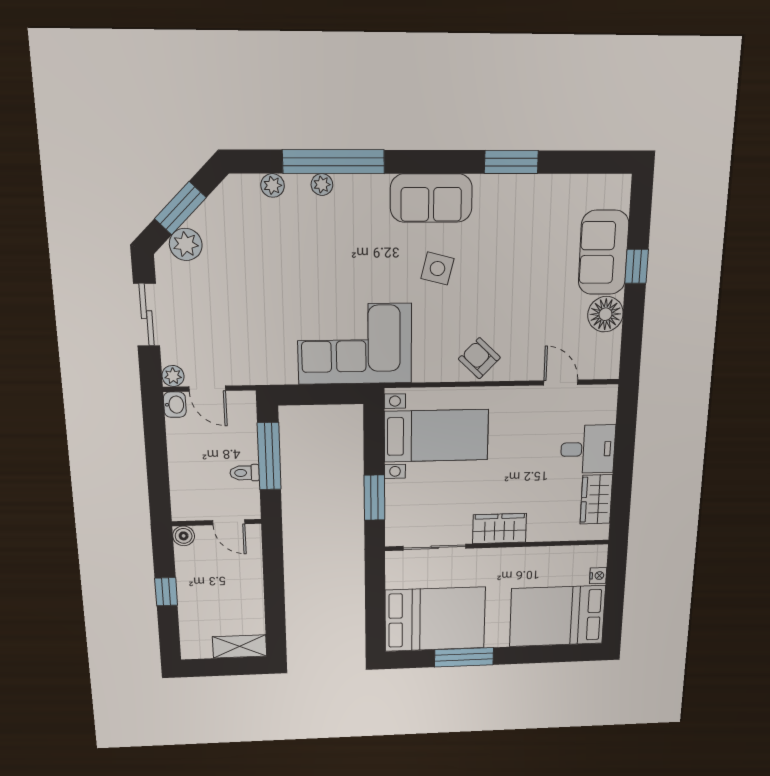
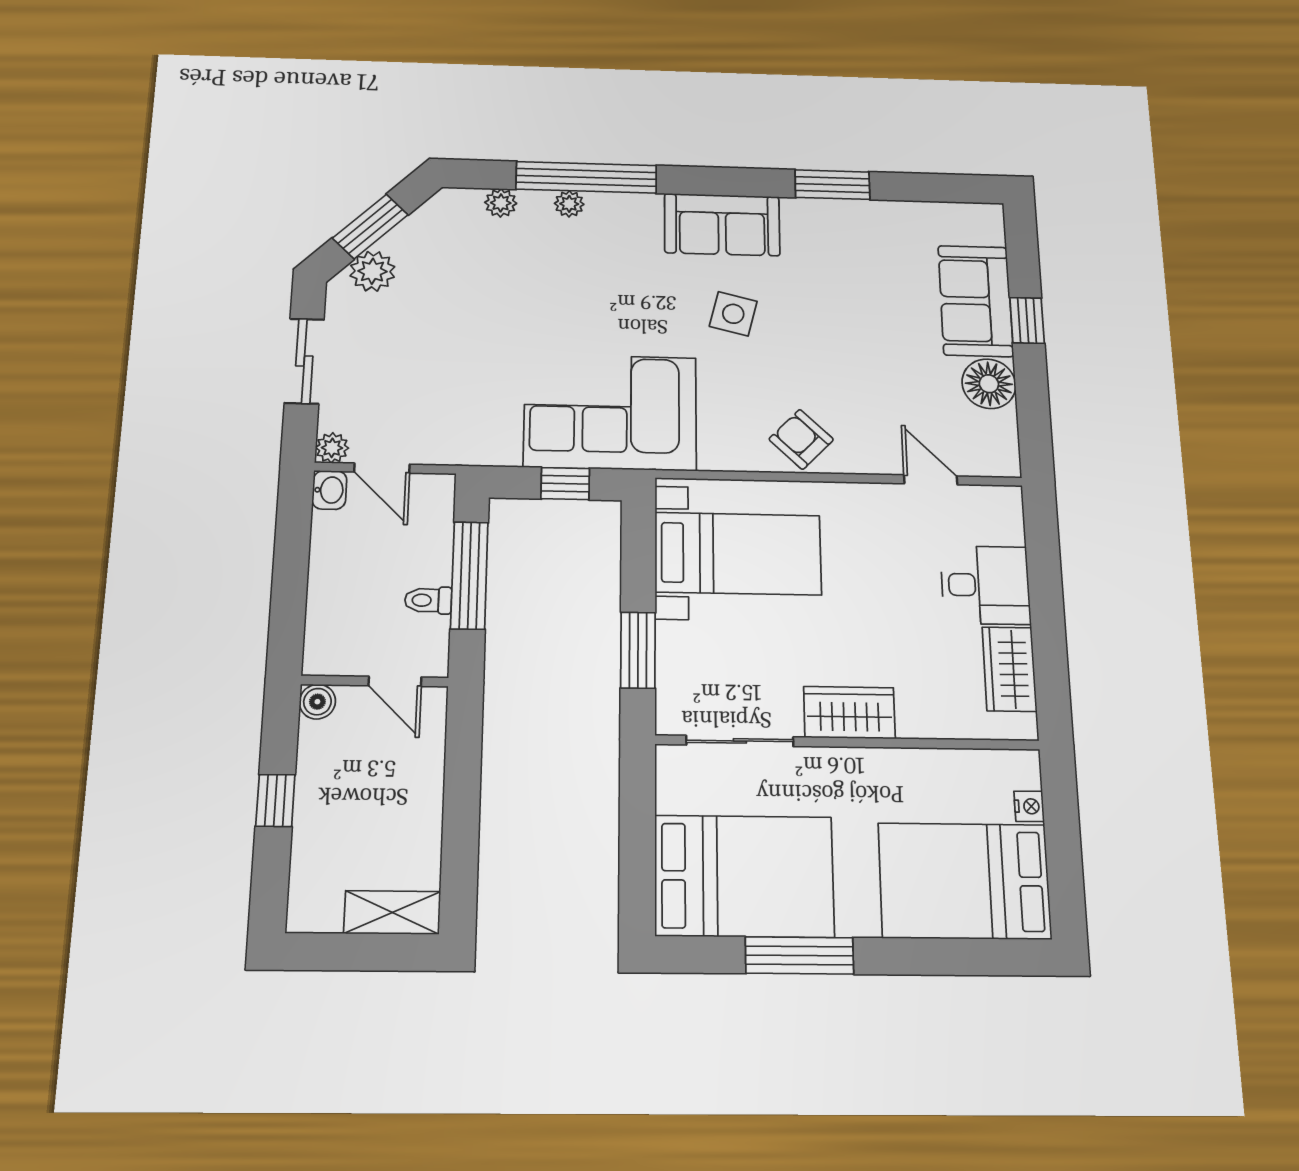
window: (327, 394) -> (565, 484), added

